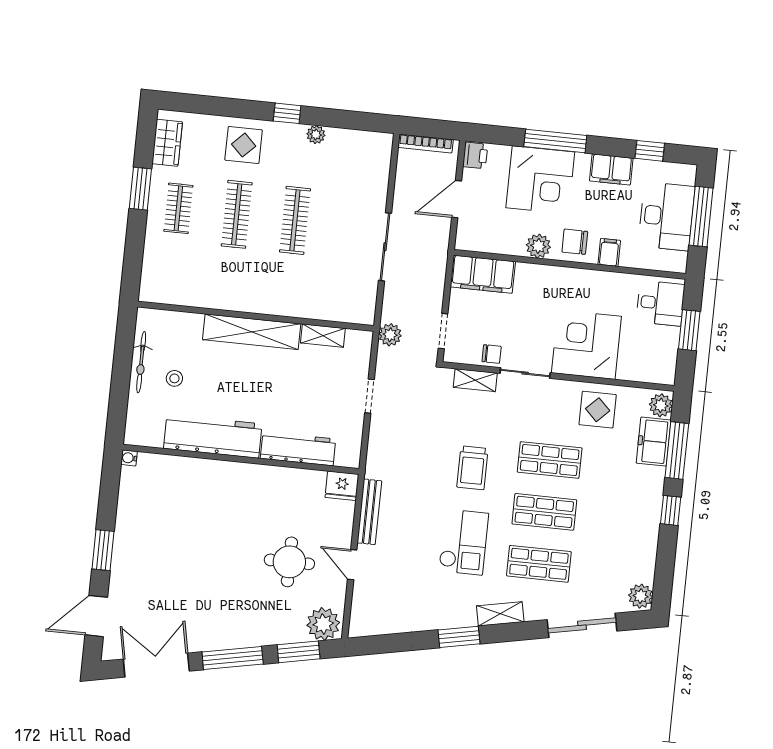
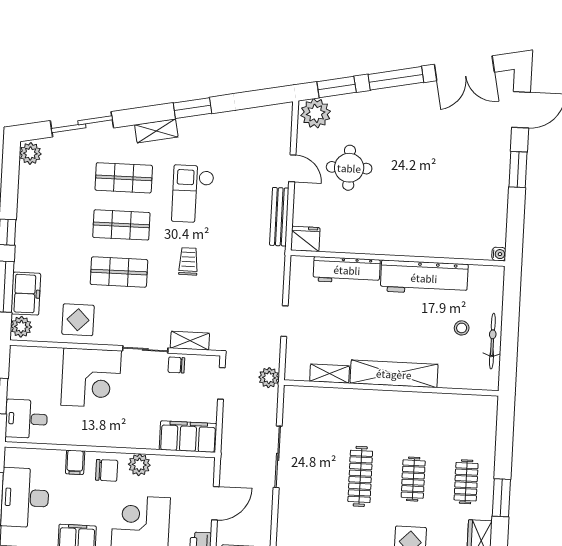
clothes rail: (237, 214) -> (413, 479), width x0.73
trolley: (472, 468) -> (188, 261), width x0.73, depth x0.72

